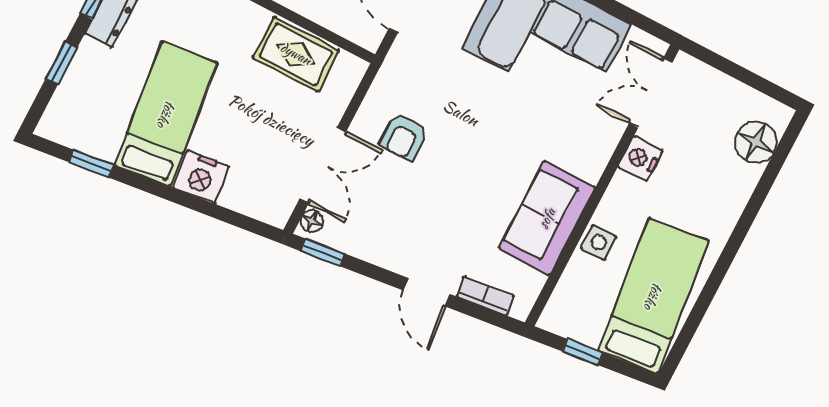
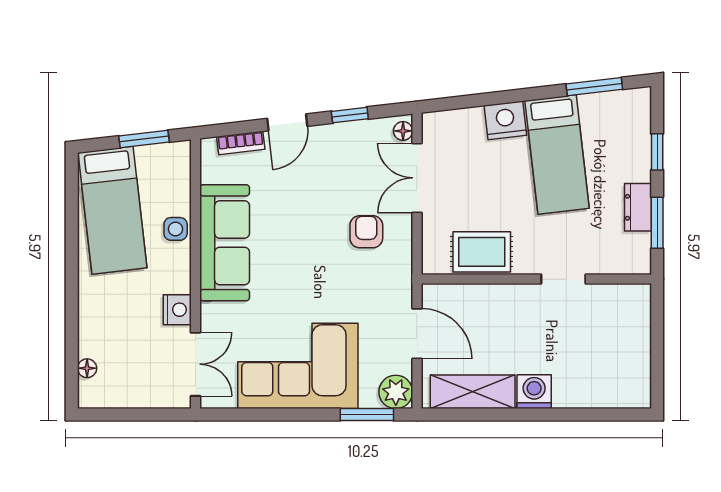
floor lamp: (756, 142) -> (87, 368), width x0.53, depth x0.53
window: (91, 164) -> (594, 87), width x1.50
sofa: (547, 218) -> (225, 243), width x1.36
window: (323, 252) -> (350, 115), moved
door: (426, 292) -> (287, 122), swing flipped
window: (583, 352) -> (144, 139), width x1.50

